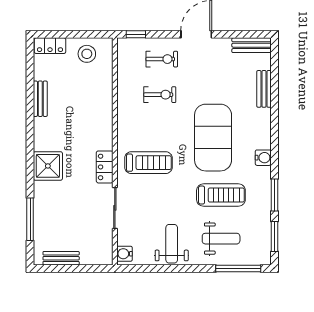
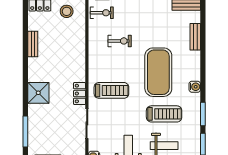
exercise bike: (162, 59) -> (102, 13), moved

